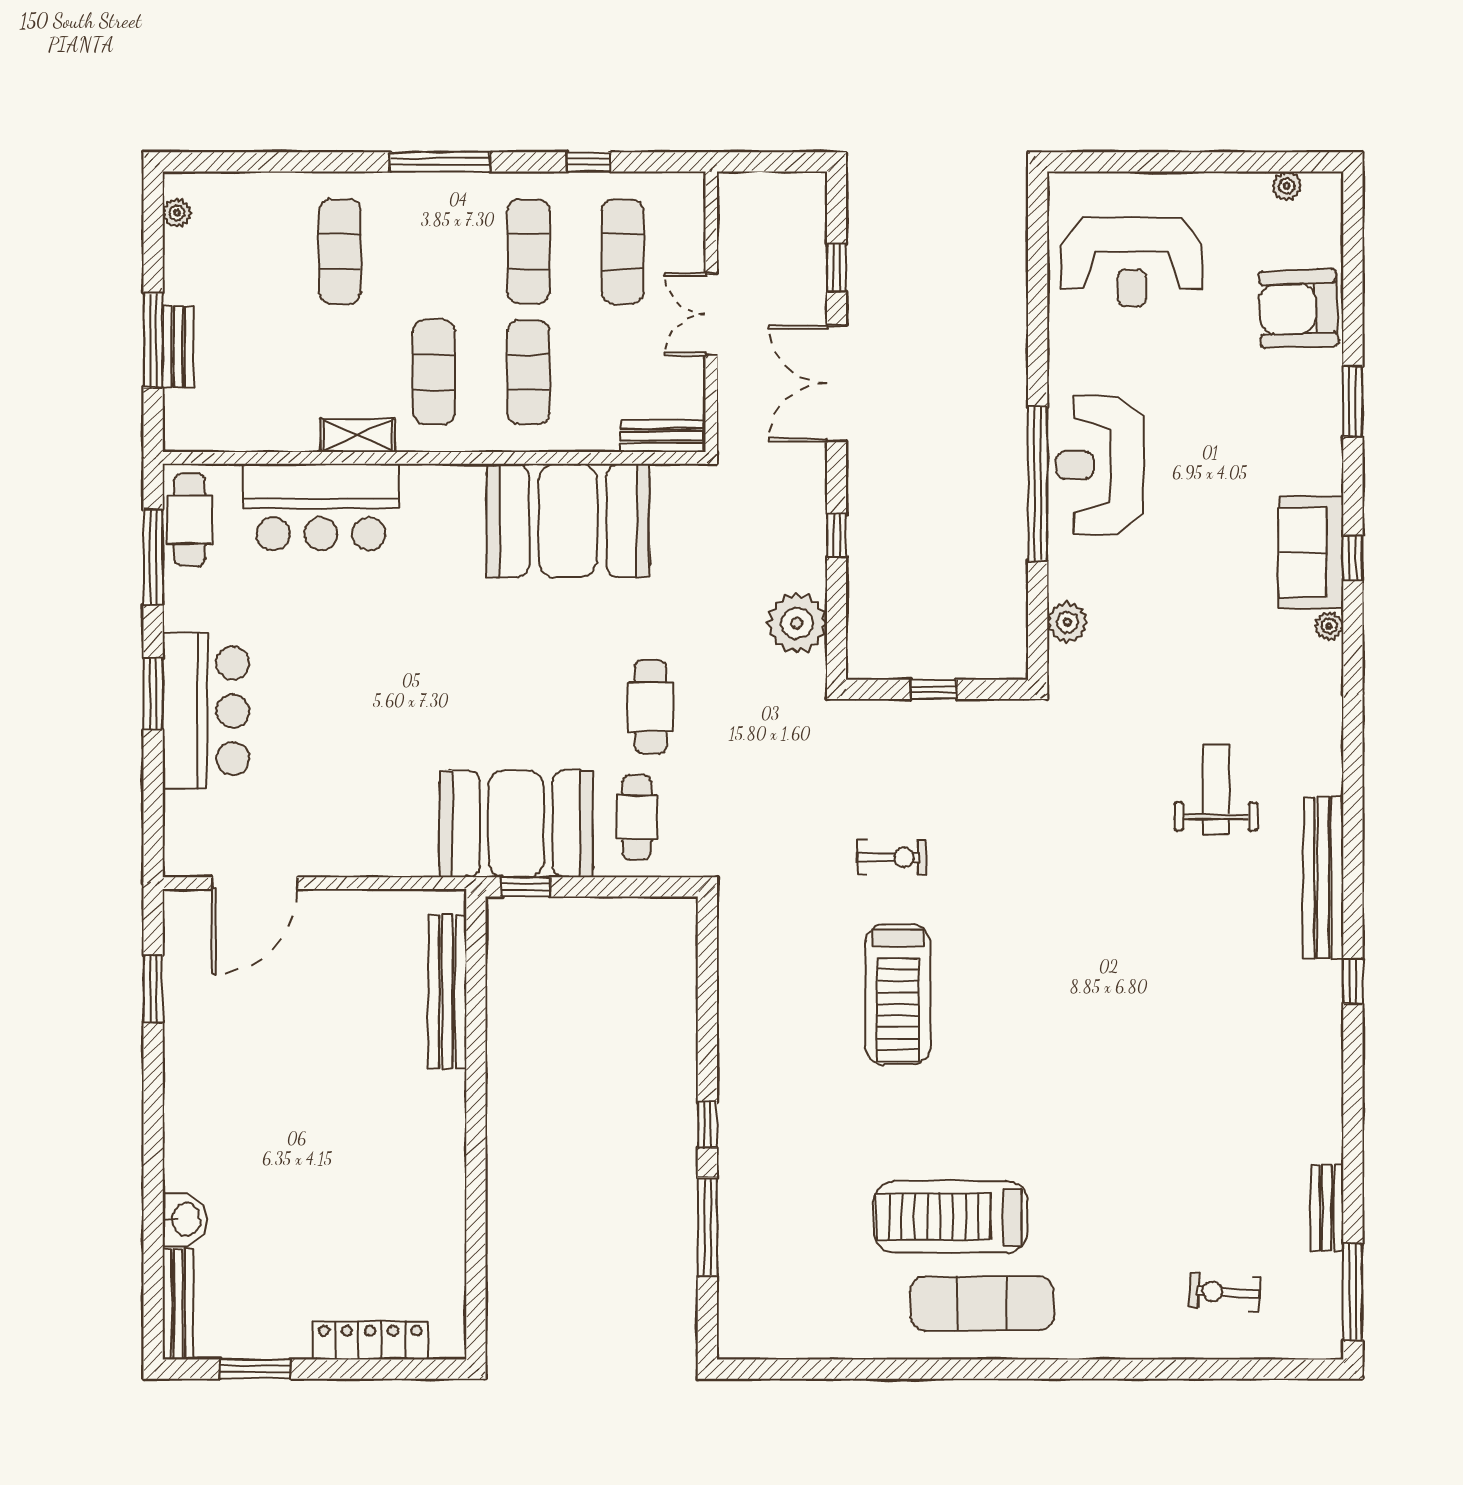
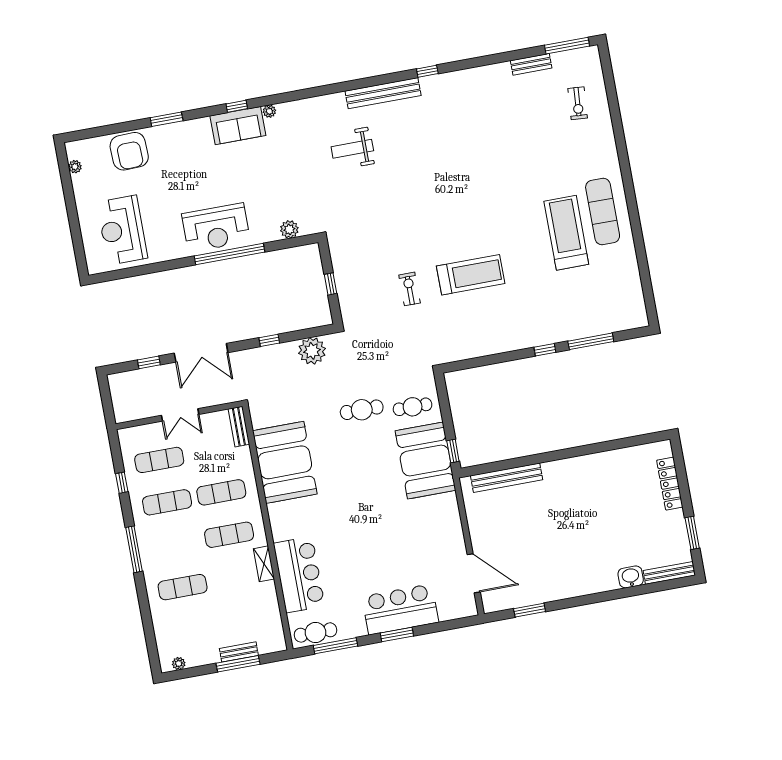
reception desk: (1132, 262) -> (122, 230), turned 180
treadmill: (951, 1217) -> (566, 233), turned 180

